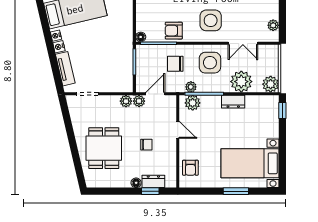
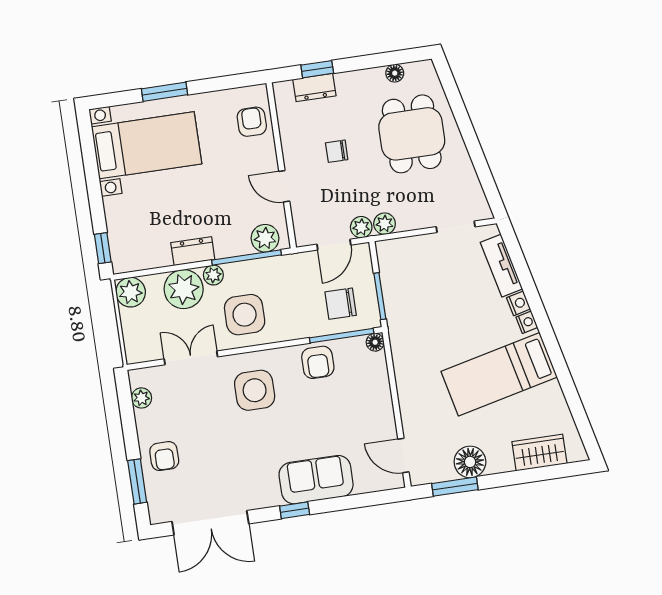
armchair: (174, 31) -> (318, 362), turned 90
chair: (175, 64) -> (341, 304), moved, turned 180
plant: (191, 87) -> (213, 275), moved
floor lamp: (136, 183) -> (395, 73), moved

